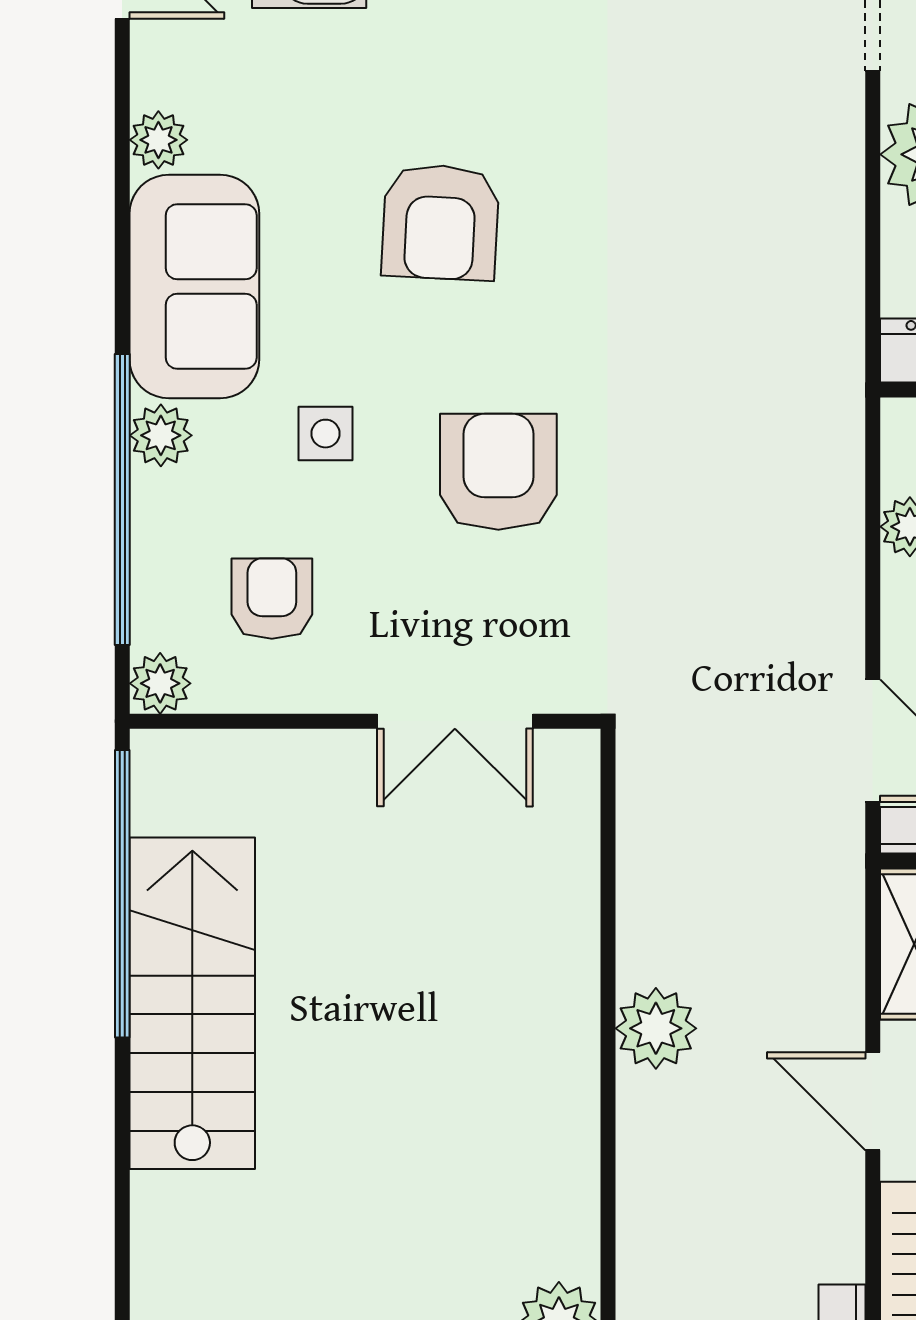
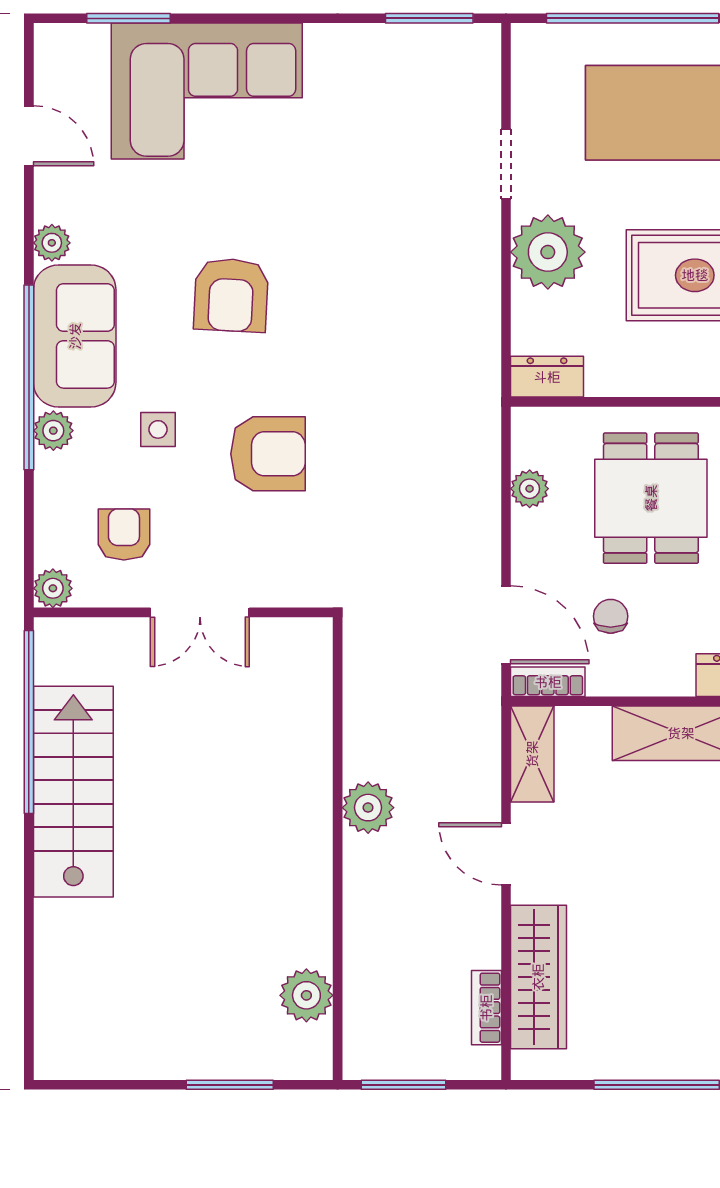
armchair: (498, 472) -> (268, 454), turned 90
window: (122, 499) -> (29, 377), moved
double door: (455, 721) -> (200, 612), moved

